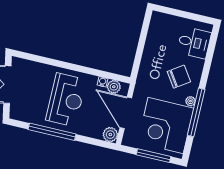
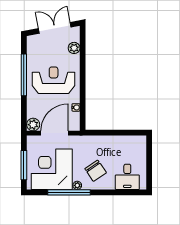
plant: (114, 87) -> (74, 48), moved
reception desk: (66, 100) -> (54, 80), turned 180

